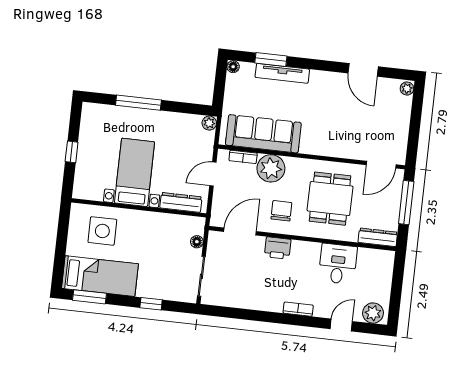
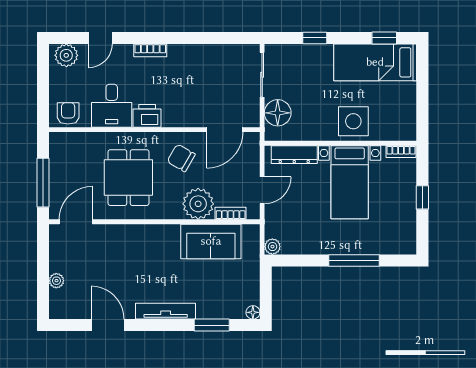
tv unit: (282, 73) -> (166, 311), moved
plant: (407, 88) -> (56, 281), moved
sofa: (263, 134) -> (211, 241), width x0.73
bookcase: (86, 194) -> (401, 152), added
chair: (281, 211) -> (181, 158), turned 120
side table: (102, 231) -> (353, 121), moved
dresser: (378, 237) -> (70, 140), removed
floor lamp: (197, 242) -> (278, 113), width x1.89, depth x1.89
printer: (278, 248) -> (147, 116), moved
armchair: (377, 261) -> (68, 113), added
window: (89, 297) -> (384, 38), width x0.67

